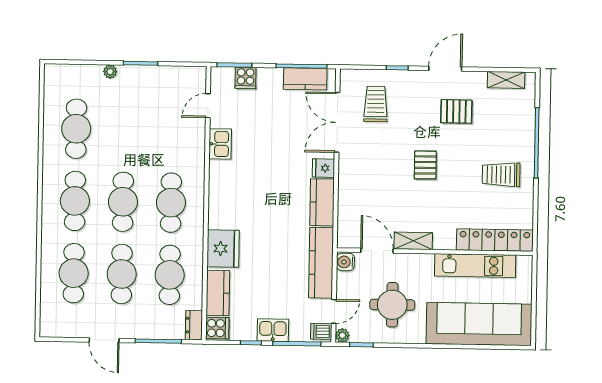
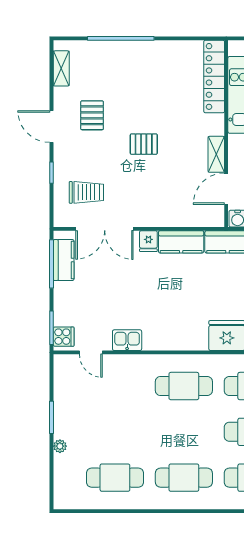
cooker: (246, 78) -> (64, 337), moved
trolley: (376, 104) -> (86, 192), turned 180
trolley: (501, 175) -> (152, 72), removed
cafe table: (123, 202) -> (184, 432), removed

